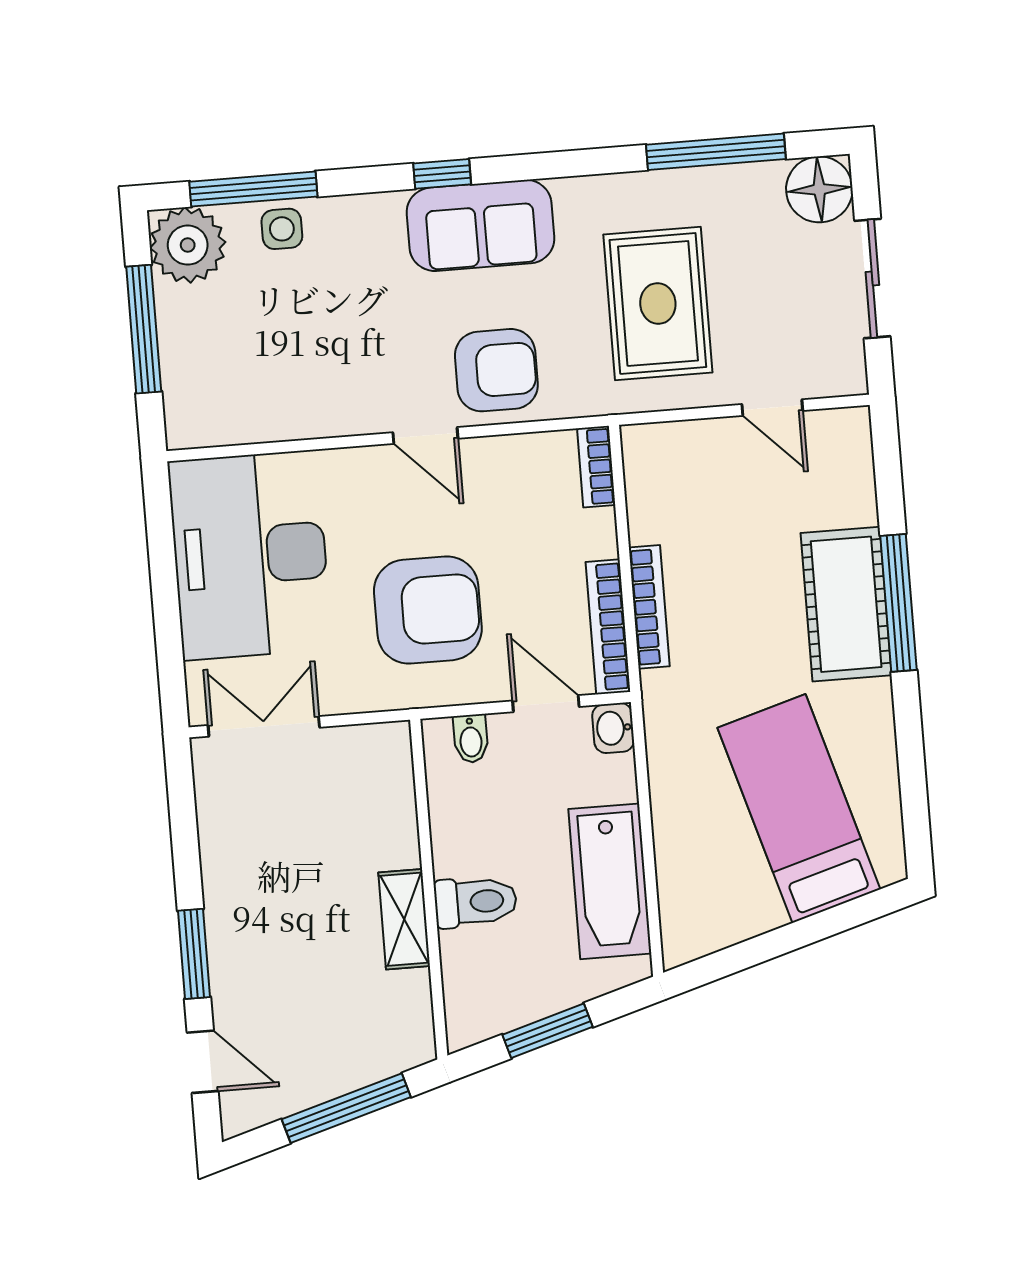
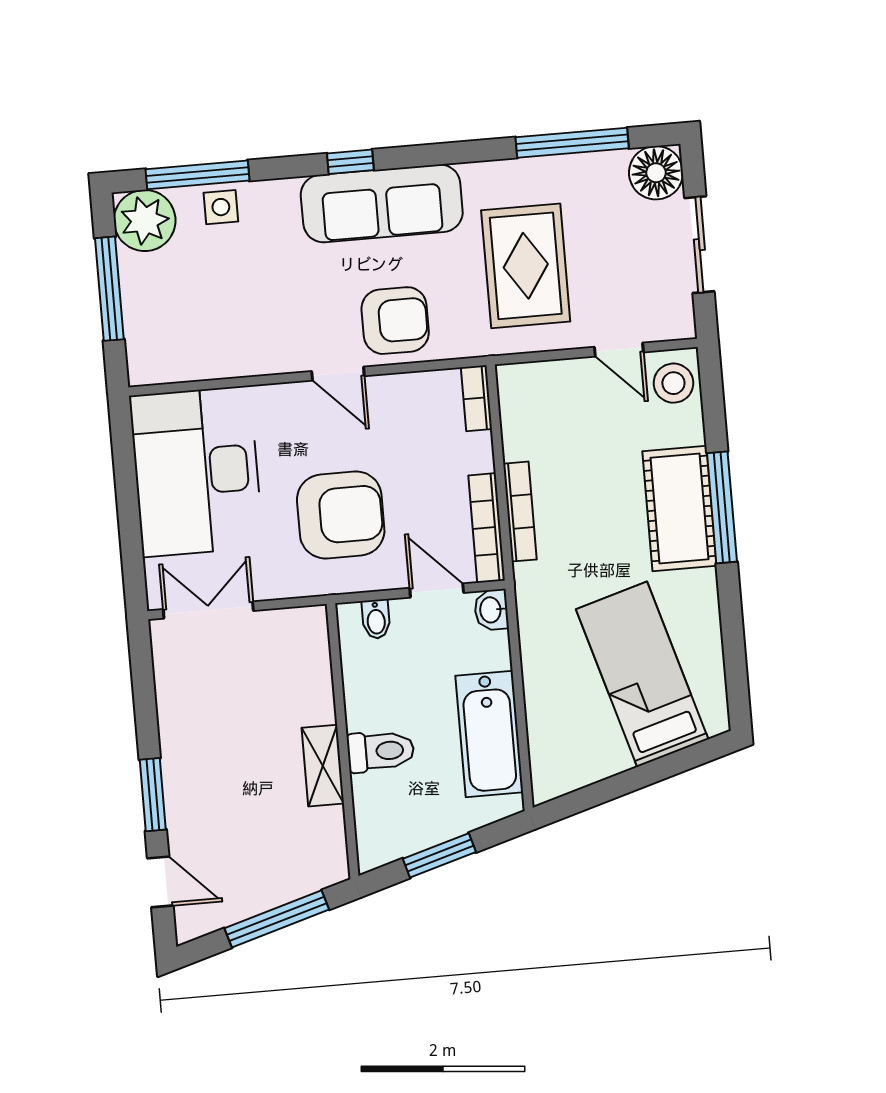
sofa: (480, 225) -> (382, 203), width x1.36
stool: (840, 449) -> (673, 383), added

